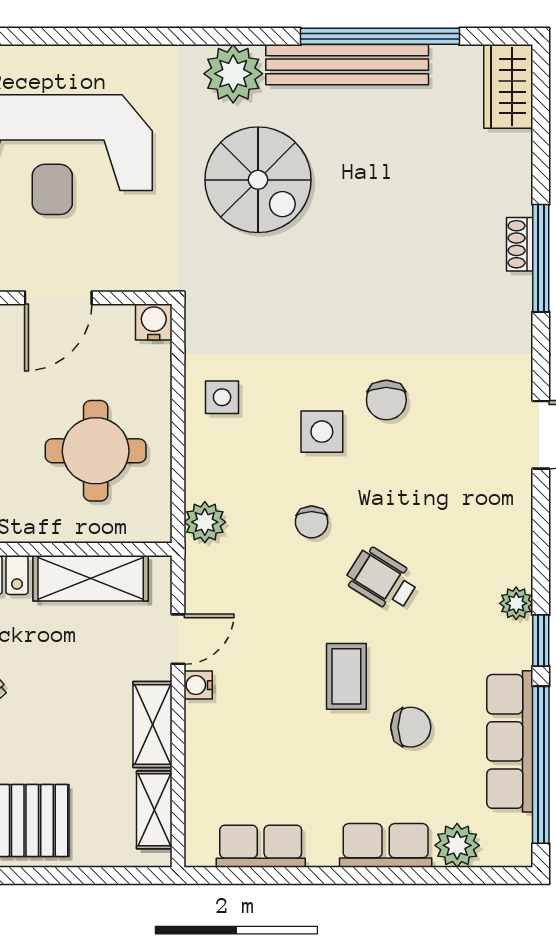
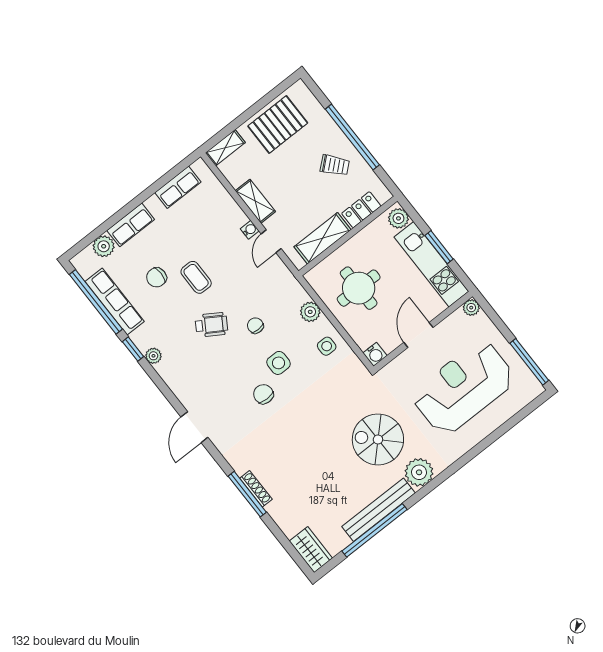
shoe rack: (520, 244) -> (256, 489), width x1.43
plant: (205, 522) -> (310, 312), moved
shelving: (154, 810) -> (225, 148), moved, turned 90

